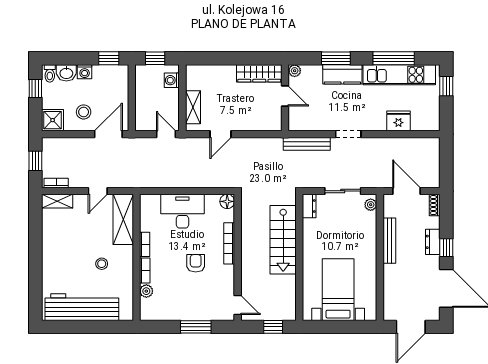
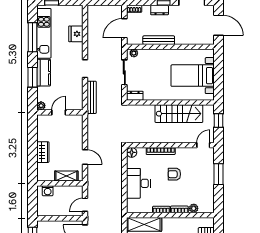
window: (155, 58) -> (32, 202), removed
wardrobe: (259, 73) -> (43, 152), moved, width x0.67
door: (166, 134) -> (85, 205), moved
stairs: (283, 240) -> (179, 114), moved

